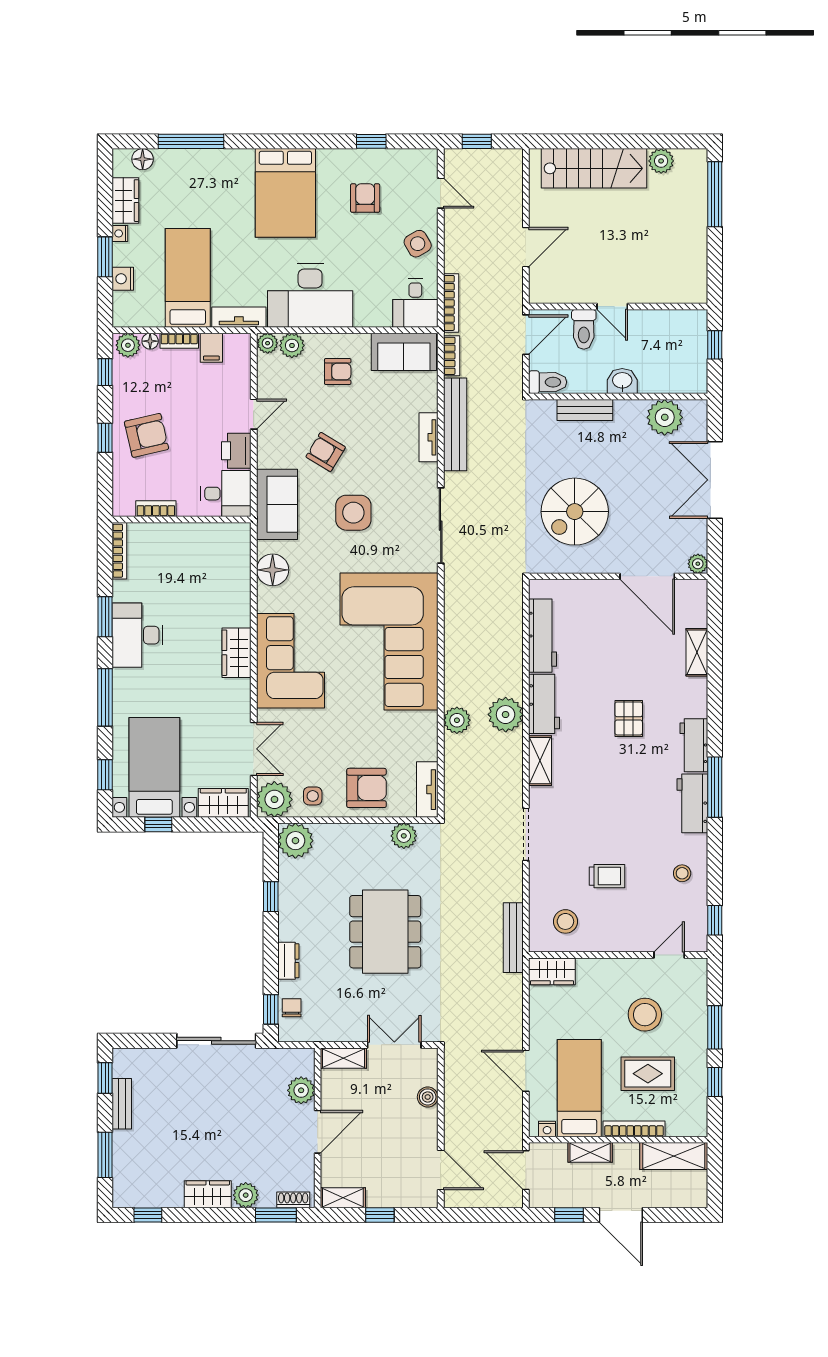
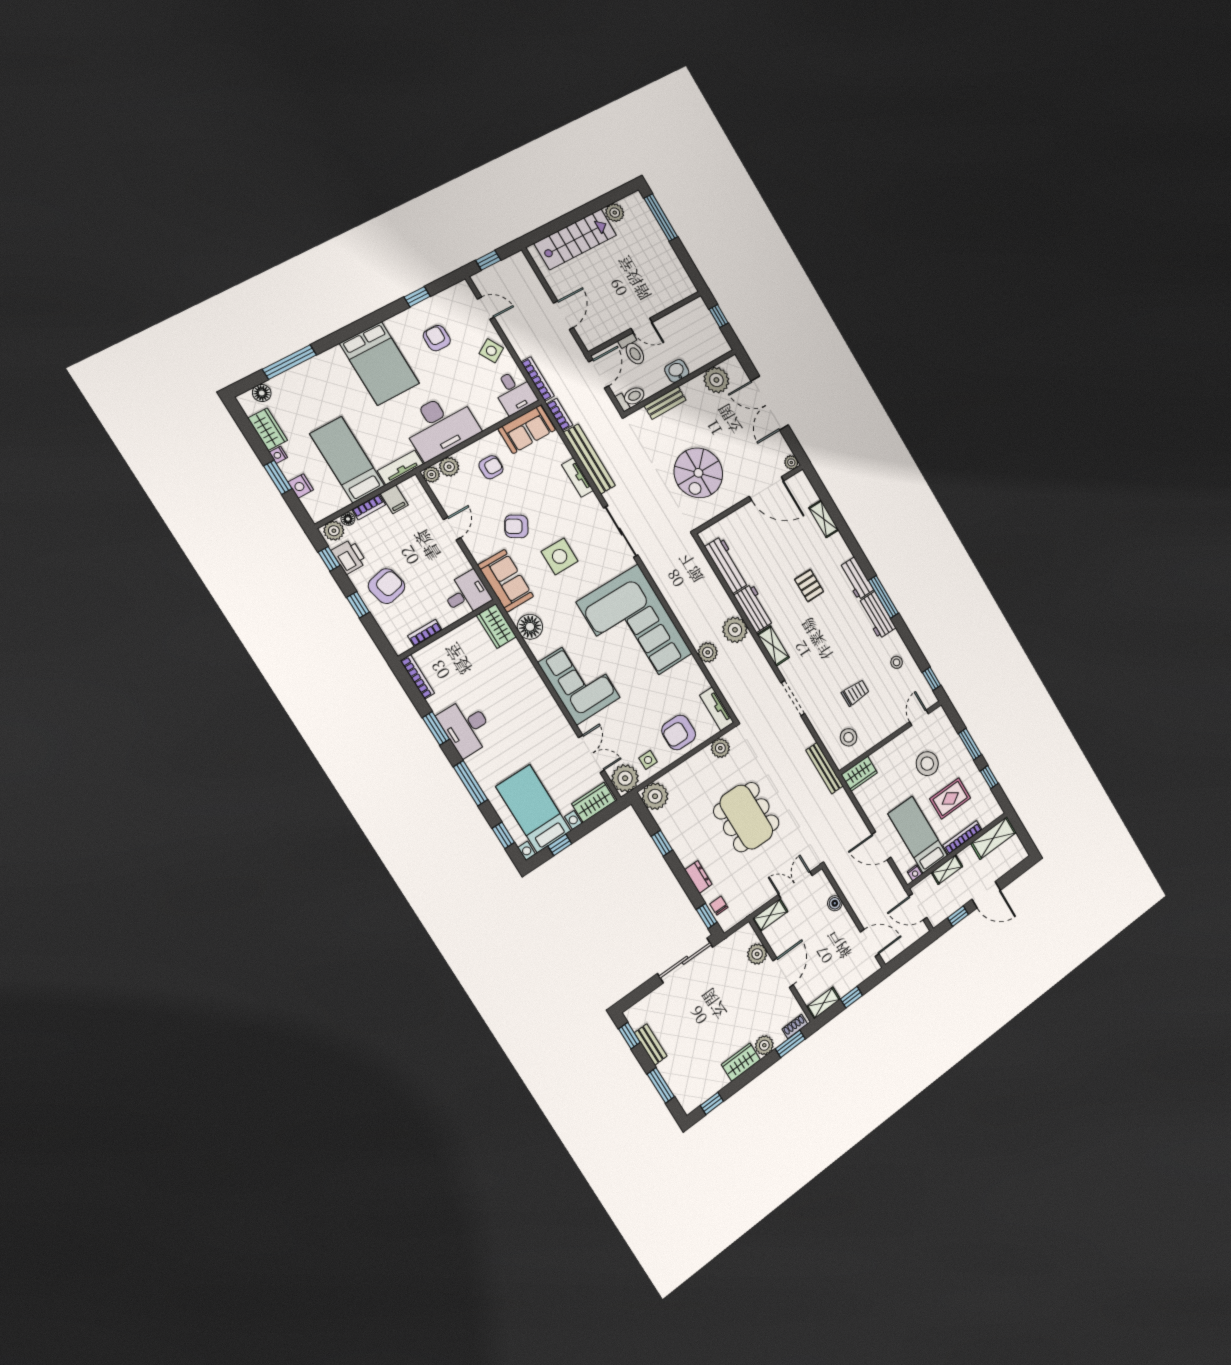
printer: (236, 451) -> (349, 557), moved, turned 180
wardrobe: (236, 653) -> (496, 626), moved
armchair: (366, 788) -> (679, 732), turned 180

